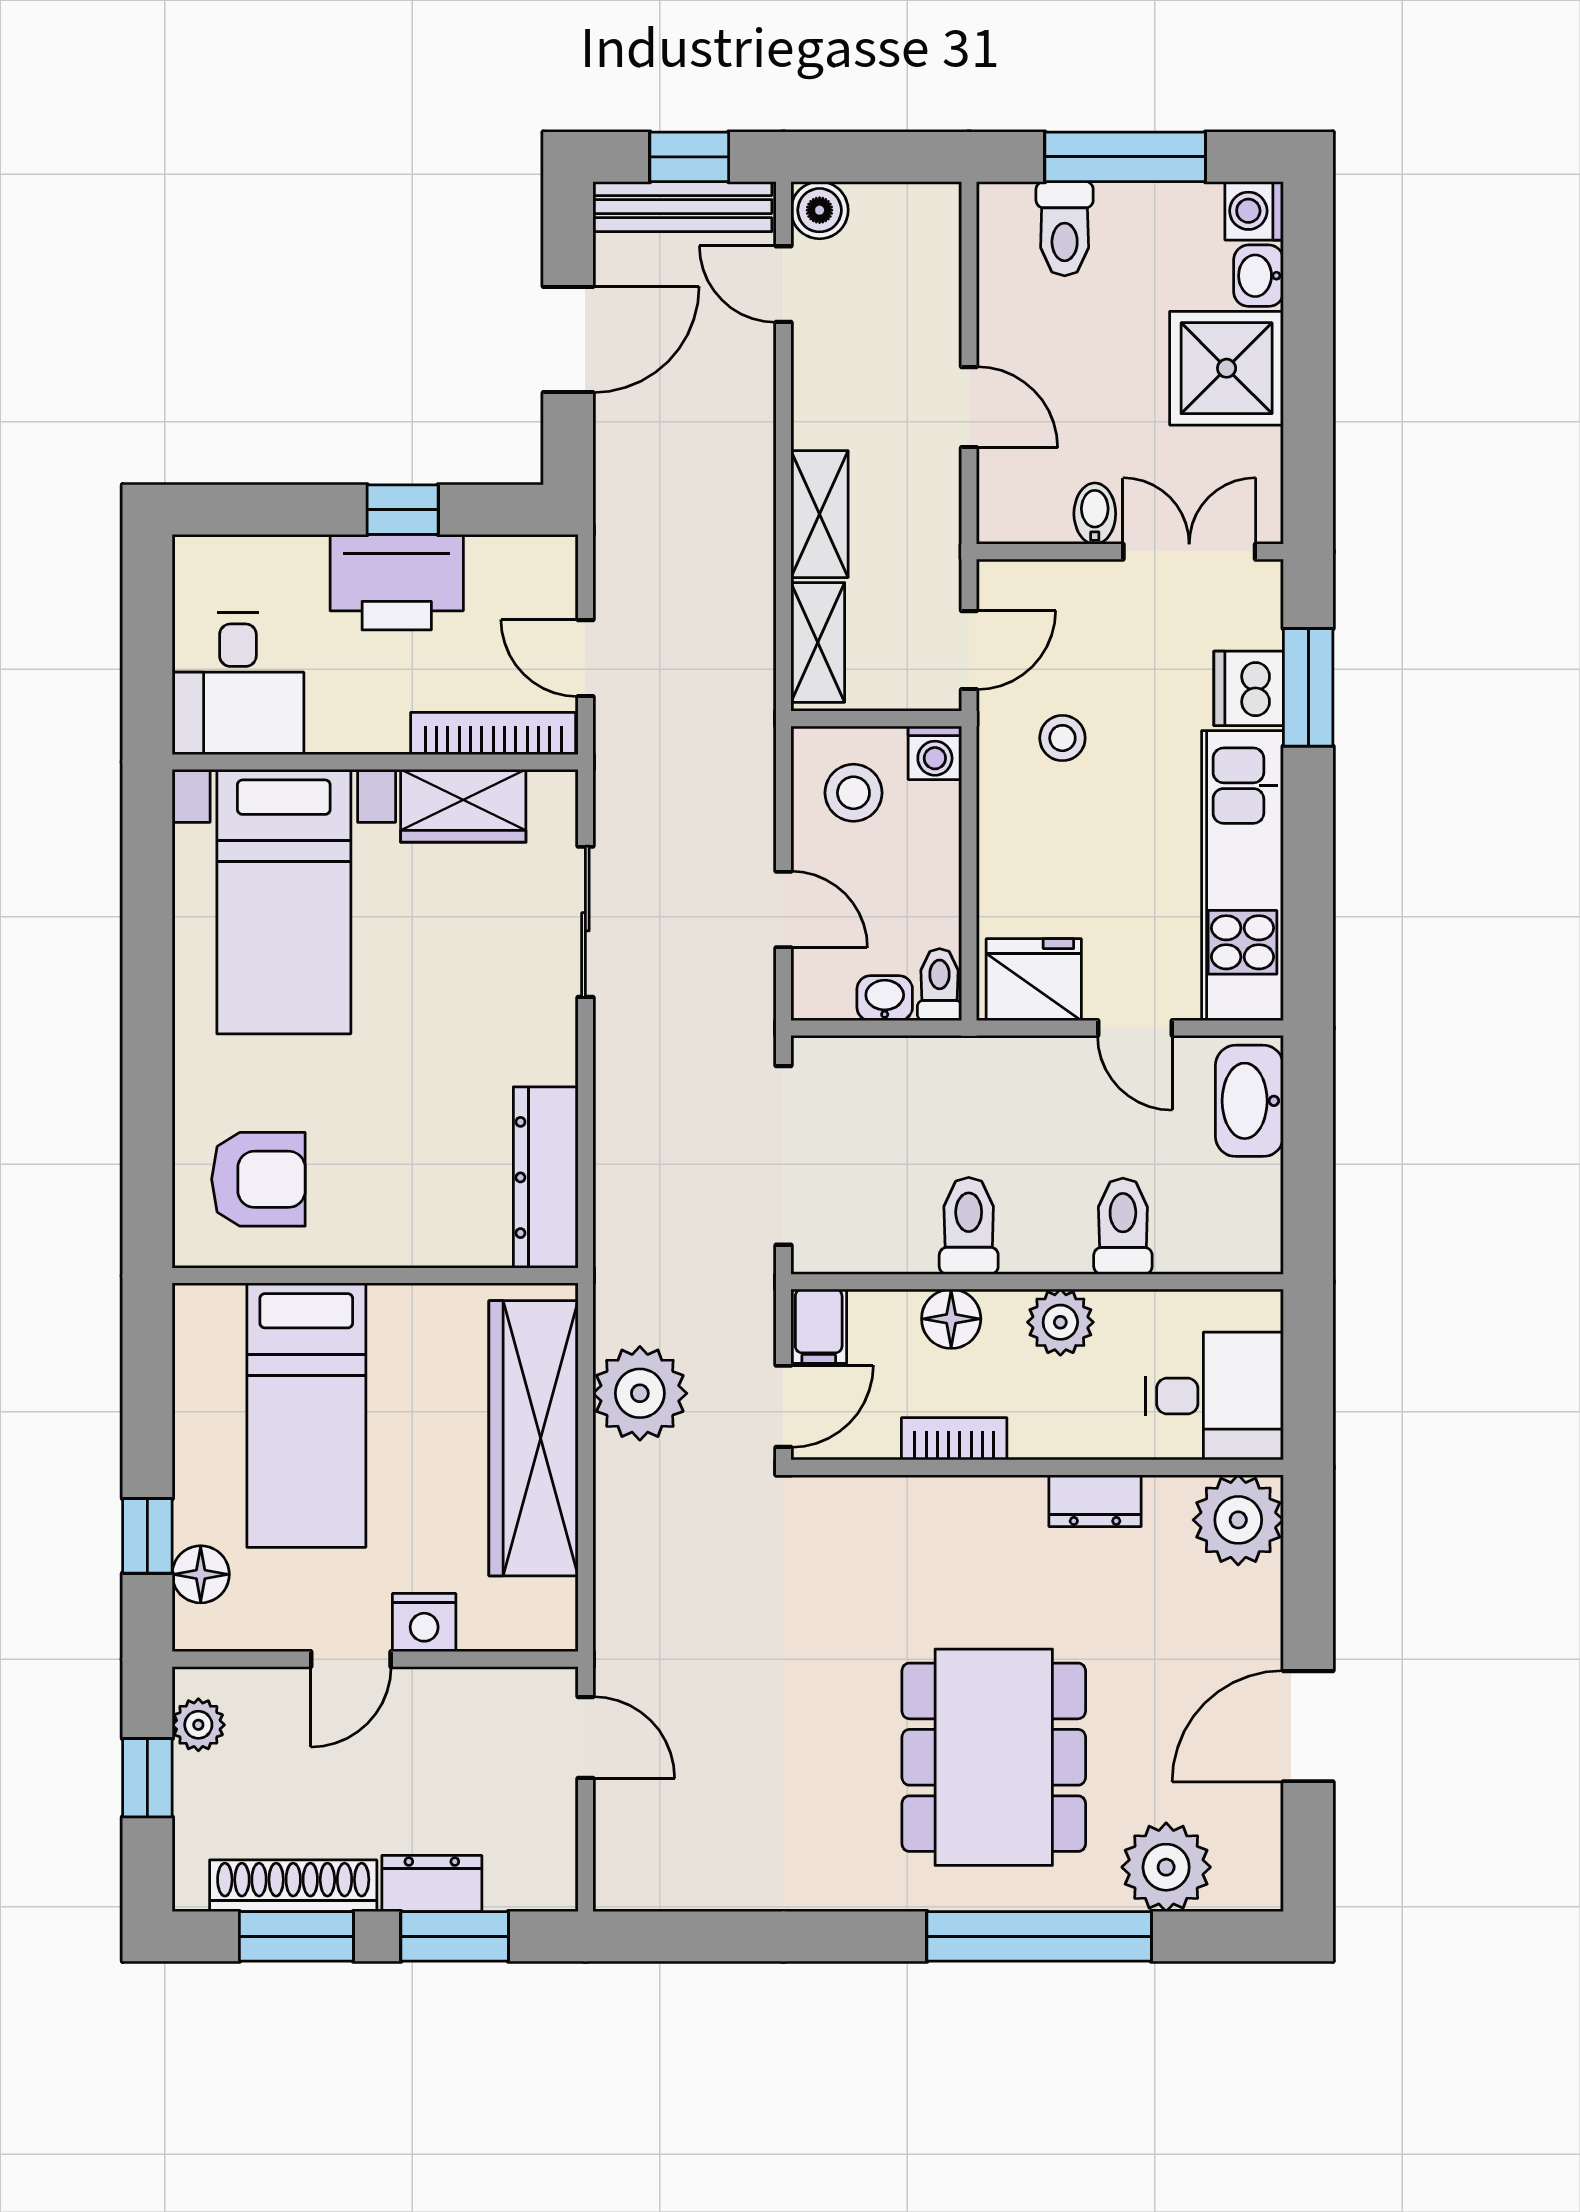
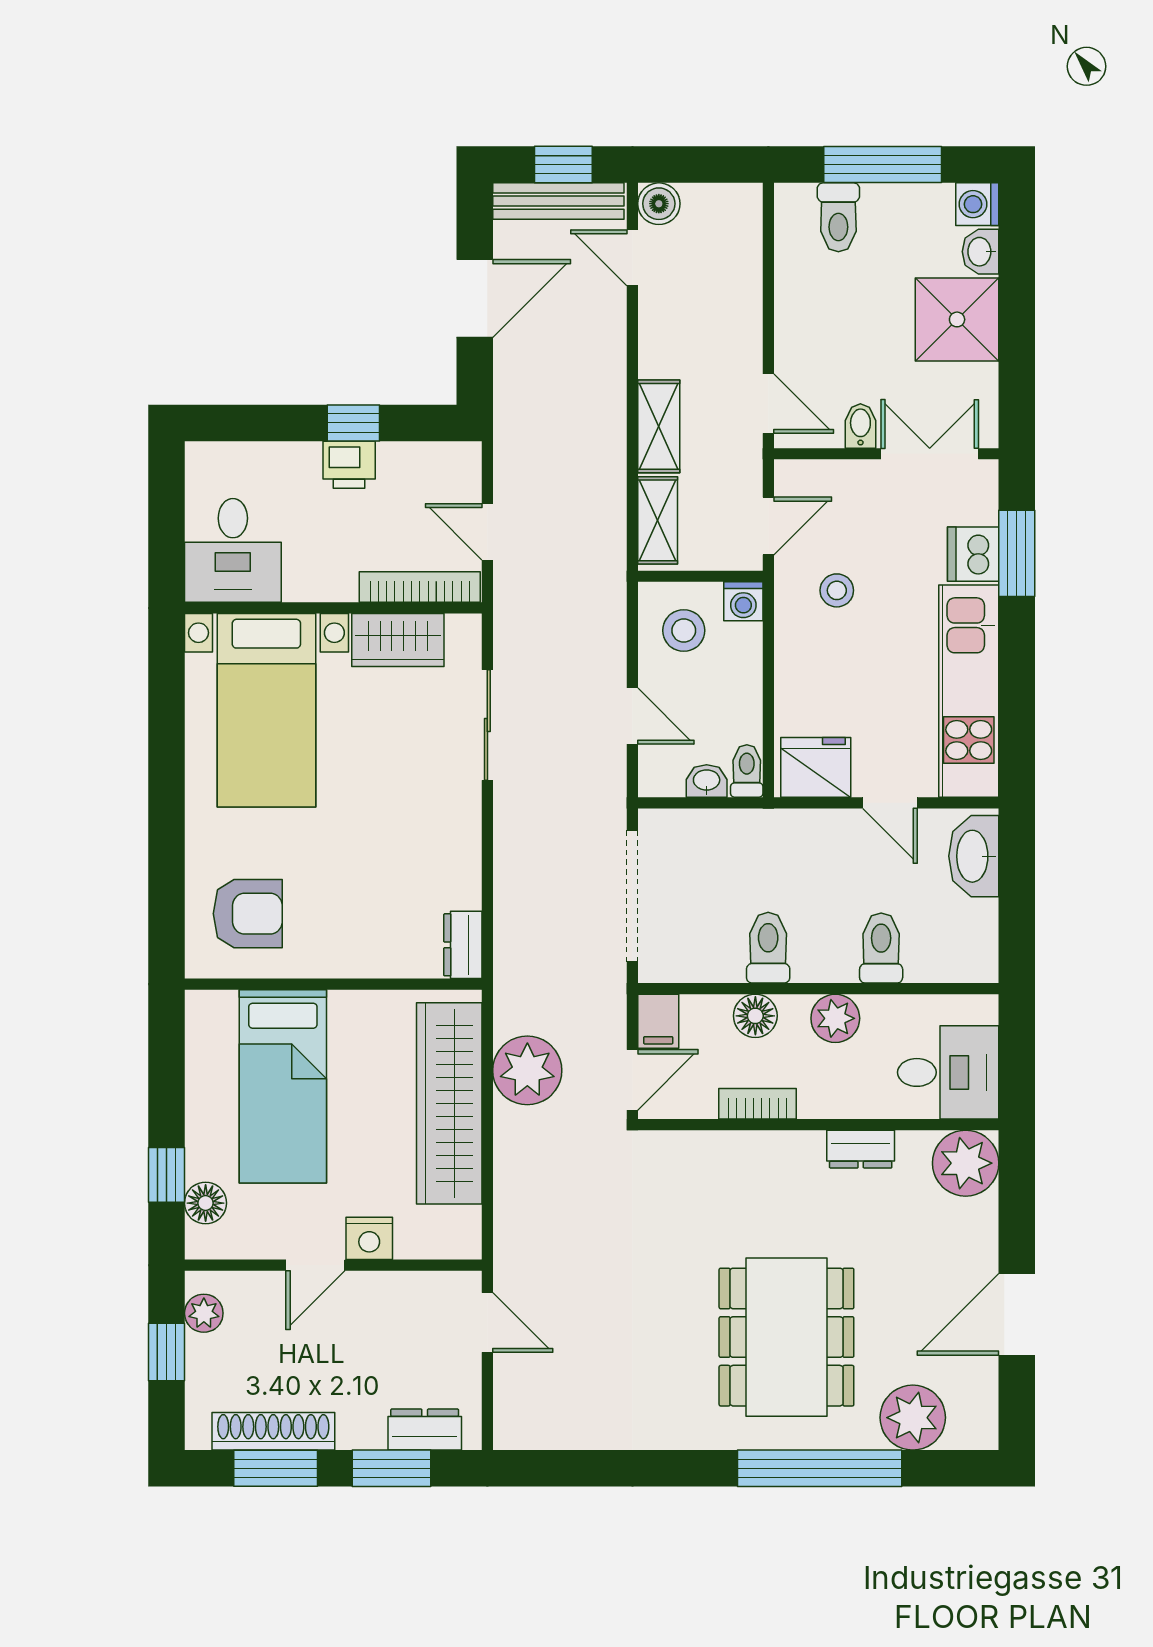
door: (969, 407) -> (768, 404), moved
printer: (397, 582) -> (349, 465), width x0.53, depth x0.68
dresser: (546, 1177) -> (463, 945), width x0.51, depth x0.80
dresser: (432, 1883) -> (425, 1430), moved

